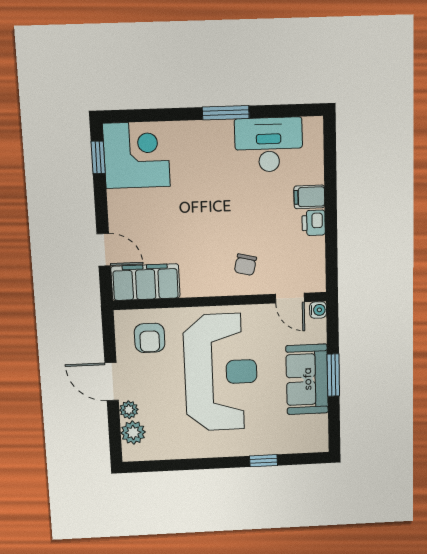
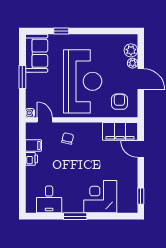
desk: (269, 145) -> (49, 199), width x0.73
corner desk: (137, 155) -> (100, 197), moved, turned 90
filing cabinet: (309, 197) -> (33, 145), moved
reception desk: (221, 372) -> (83, 81), turned 180
sofa: (307, 379) -> (37, 53), moved

